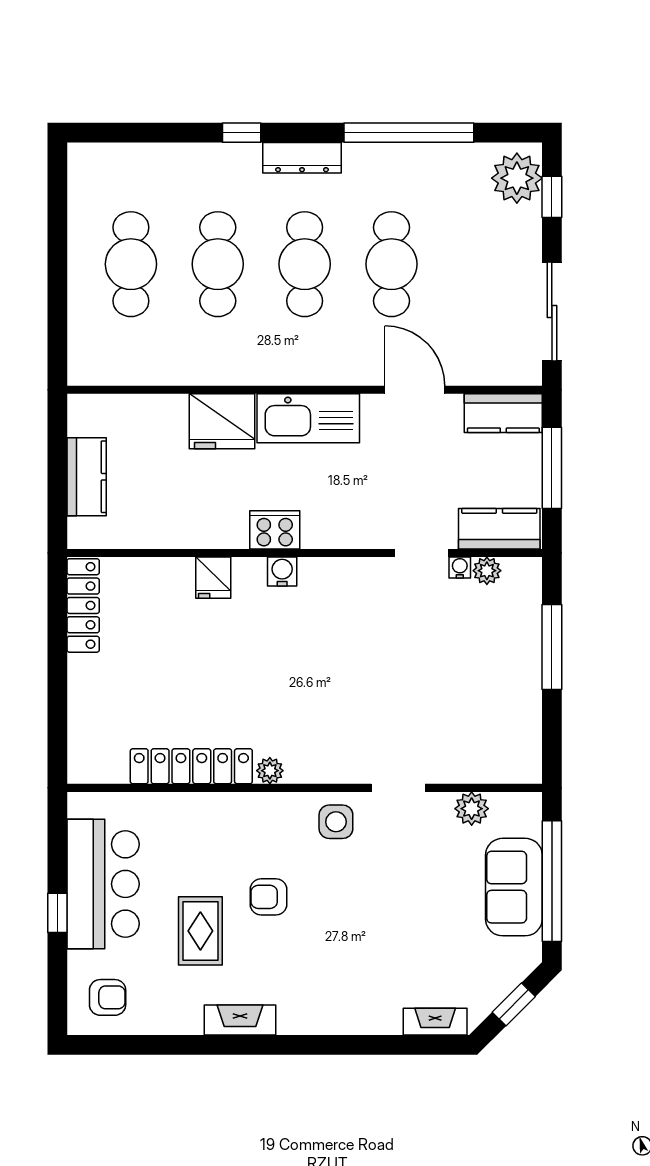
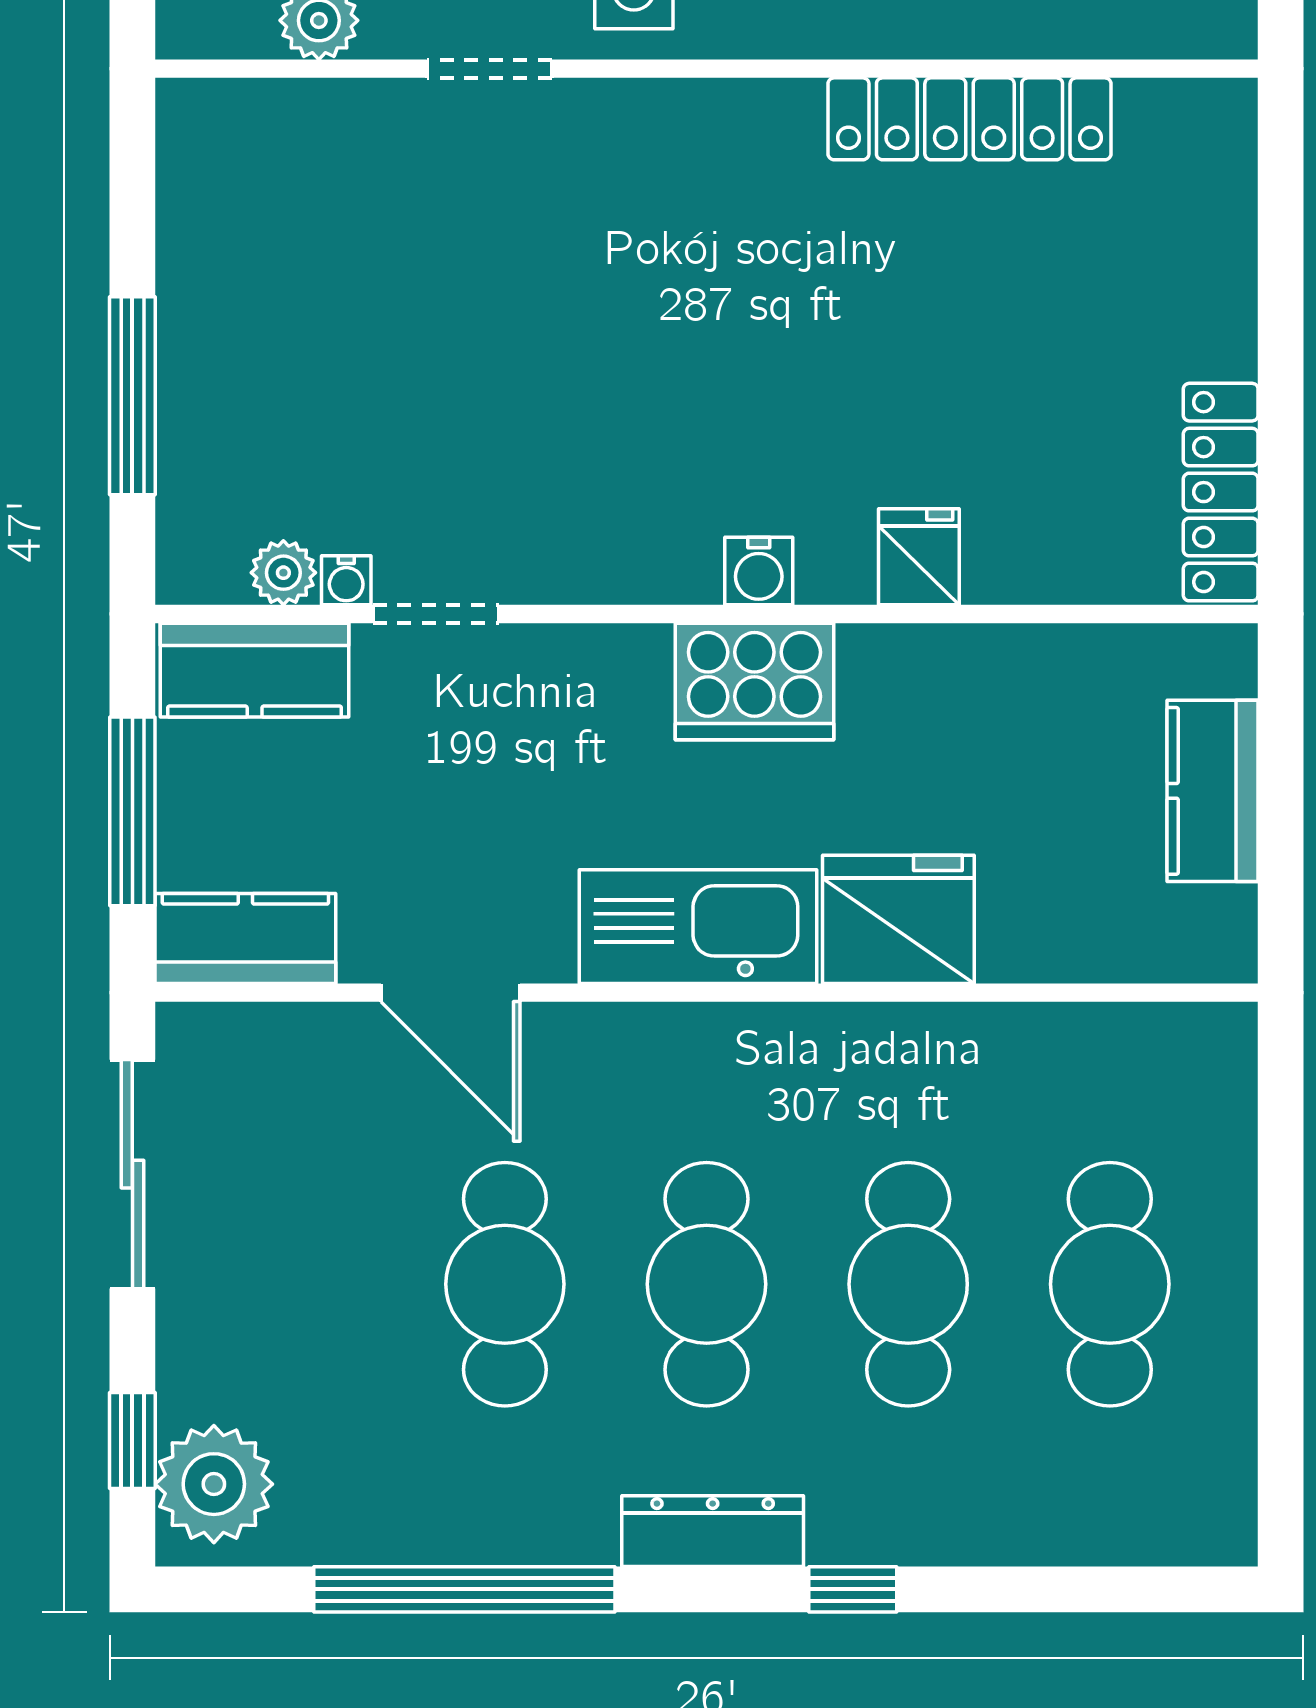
cooker: (275, 530) -> (754, 681), width x1.37, depth x1.31
plant: (270, 771) -> (787, 109), removed

